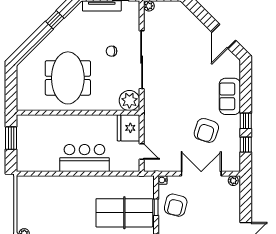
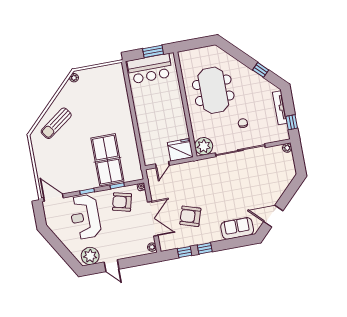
meeting table: (68, 78) -> (213, 90), turned 90
sofa: (230, 96) -> (237, 228), moved
bar counter: (84, 158) -> (150, 69), moved, turned 90

